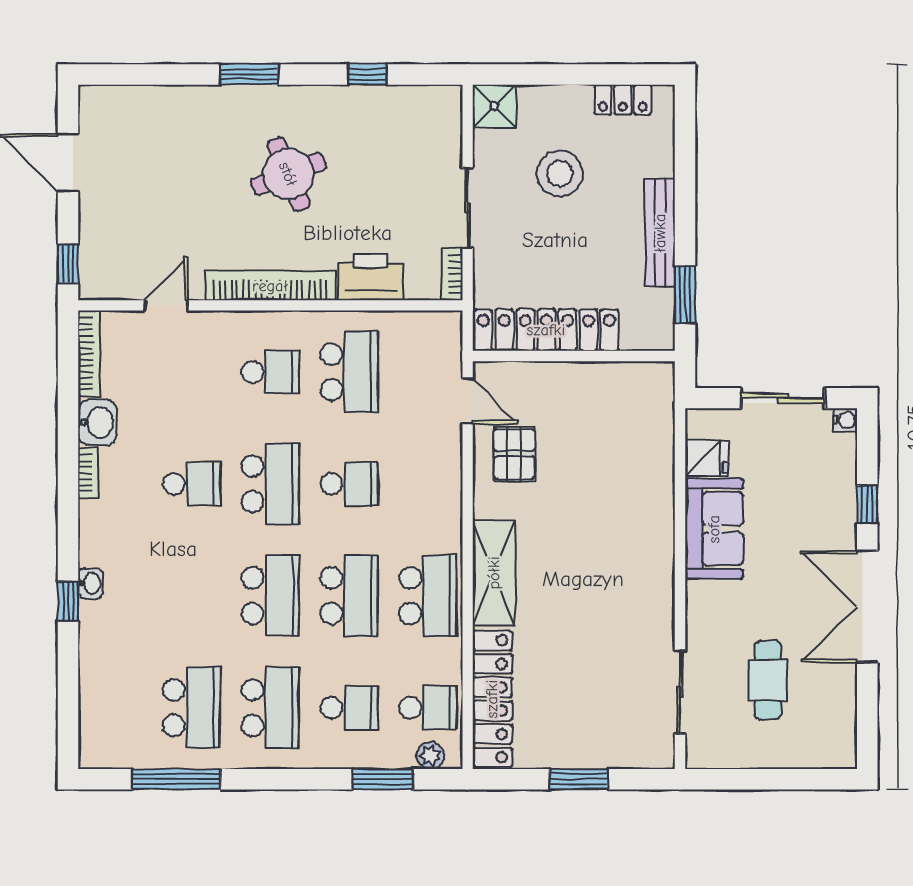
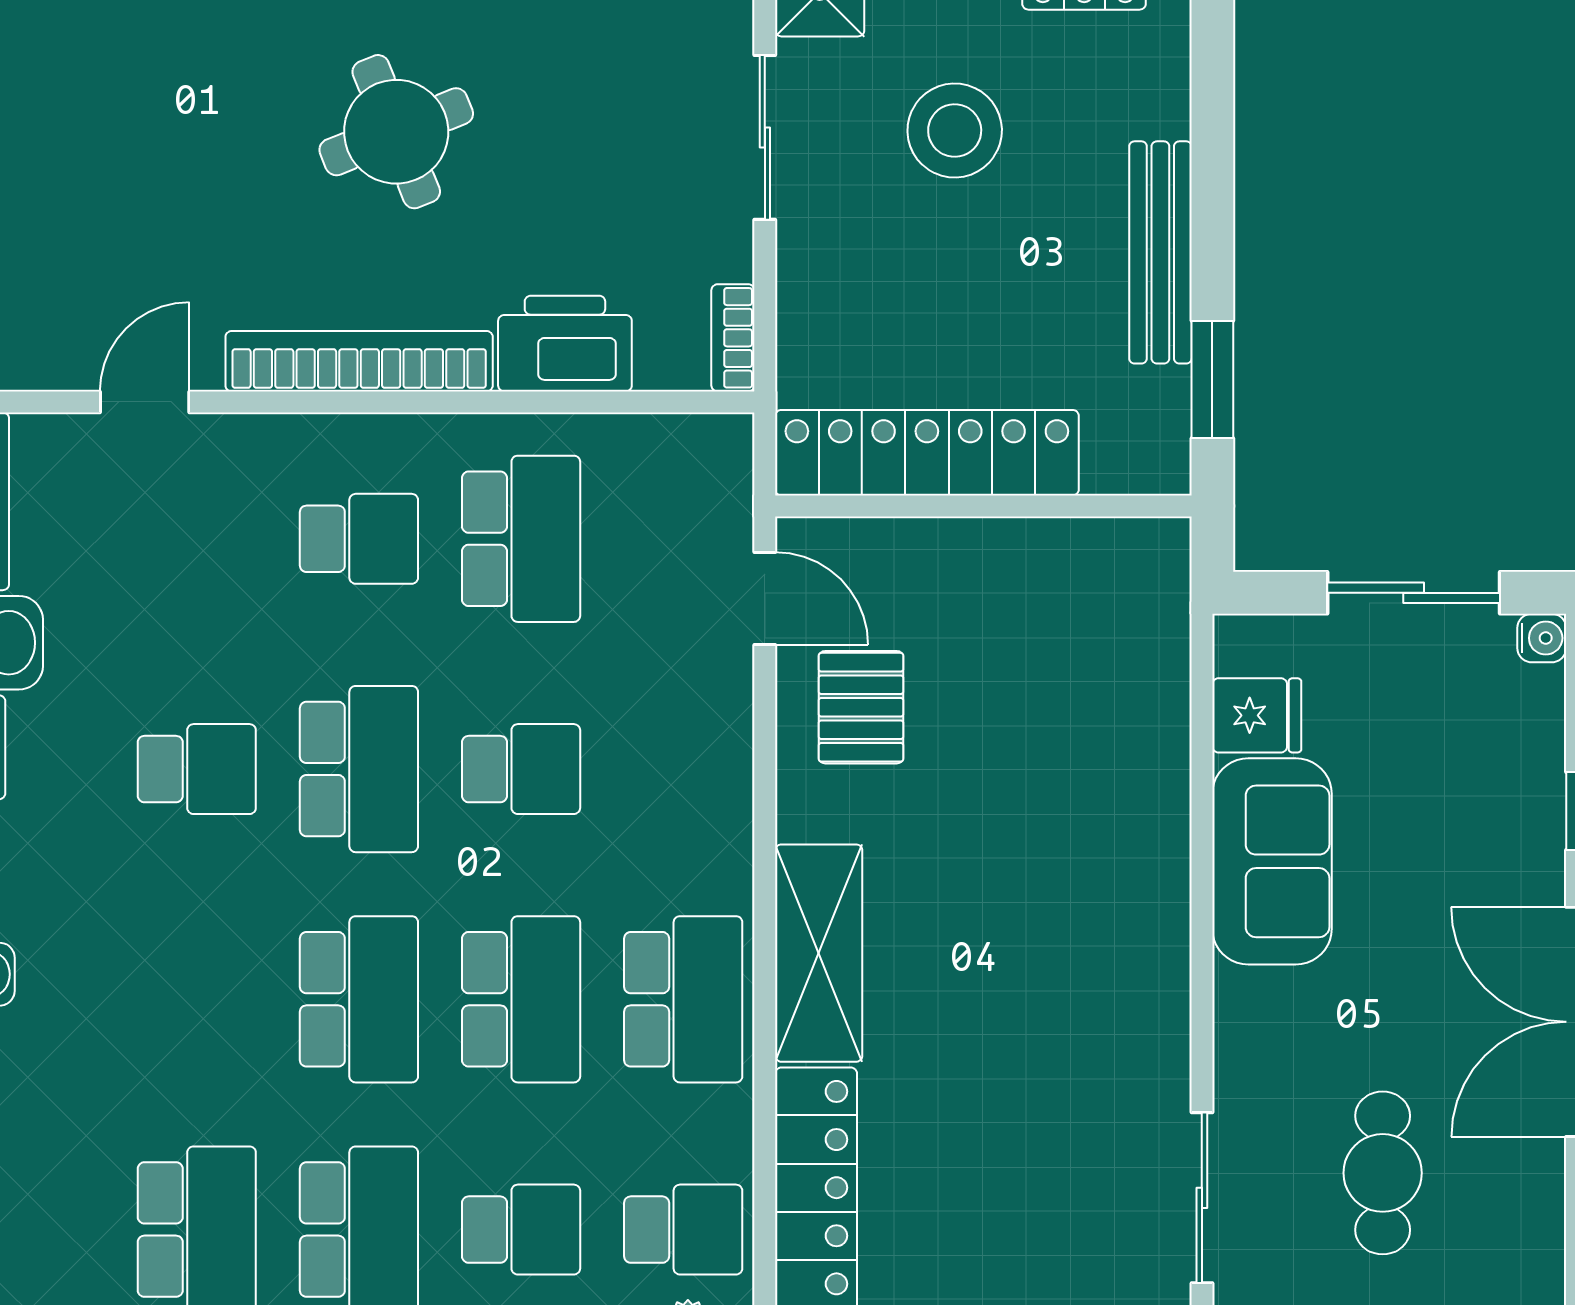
sliding door: (468, 208) -> (765, 137), moved

